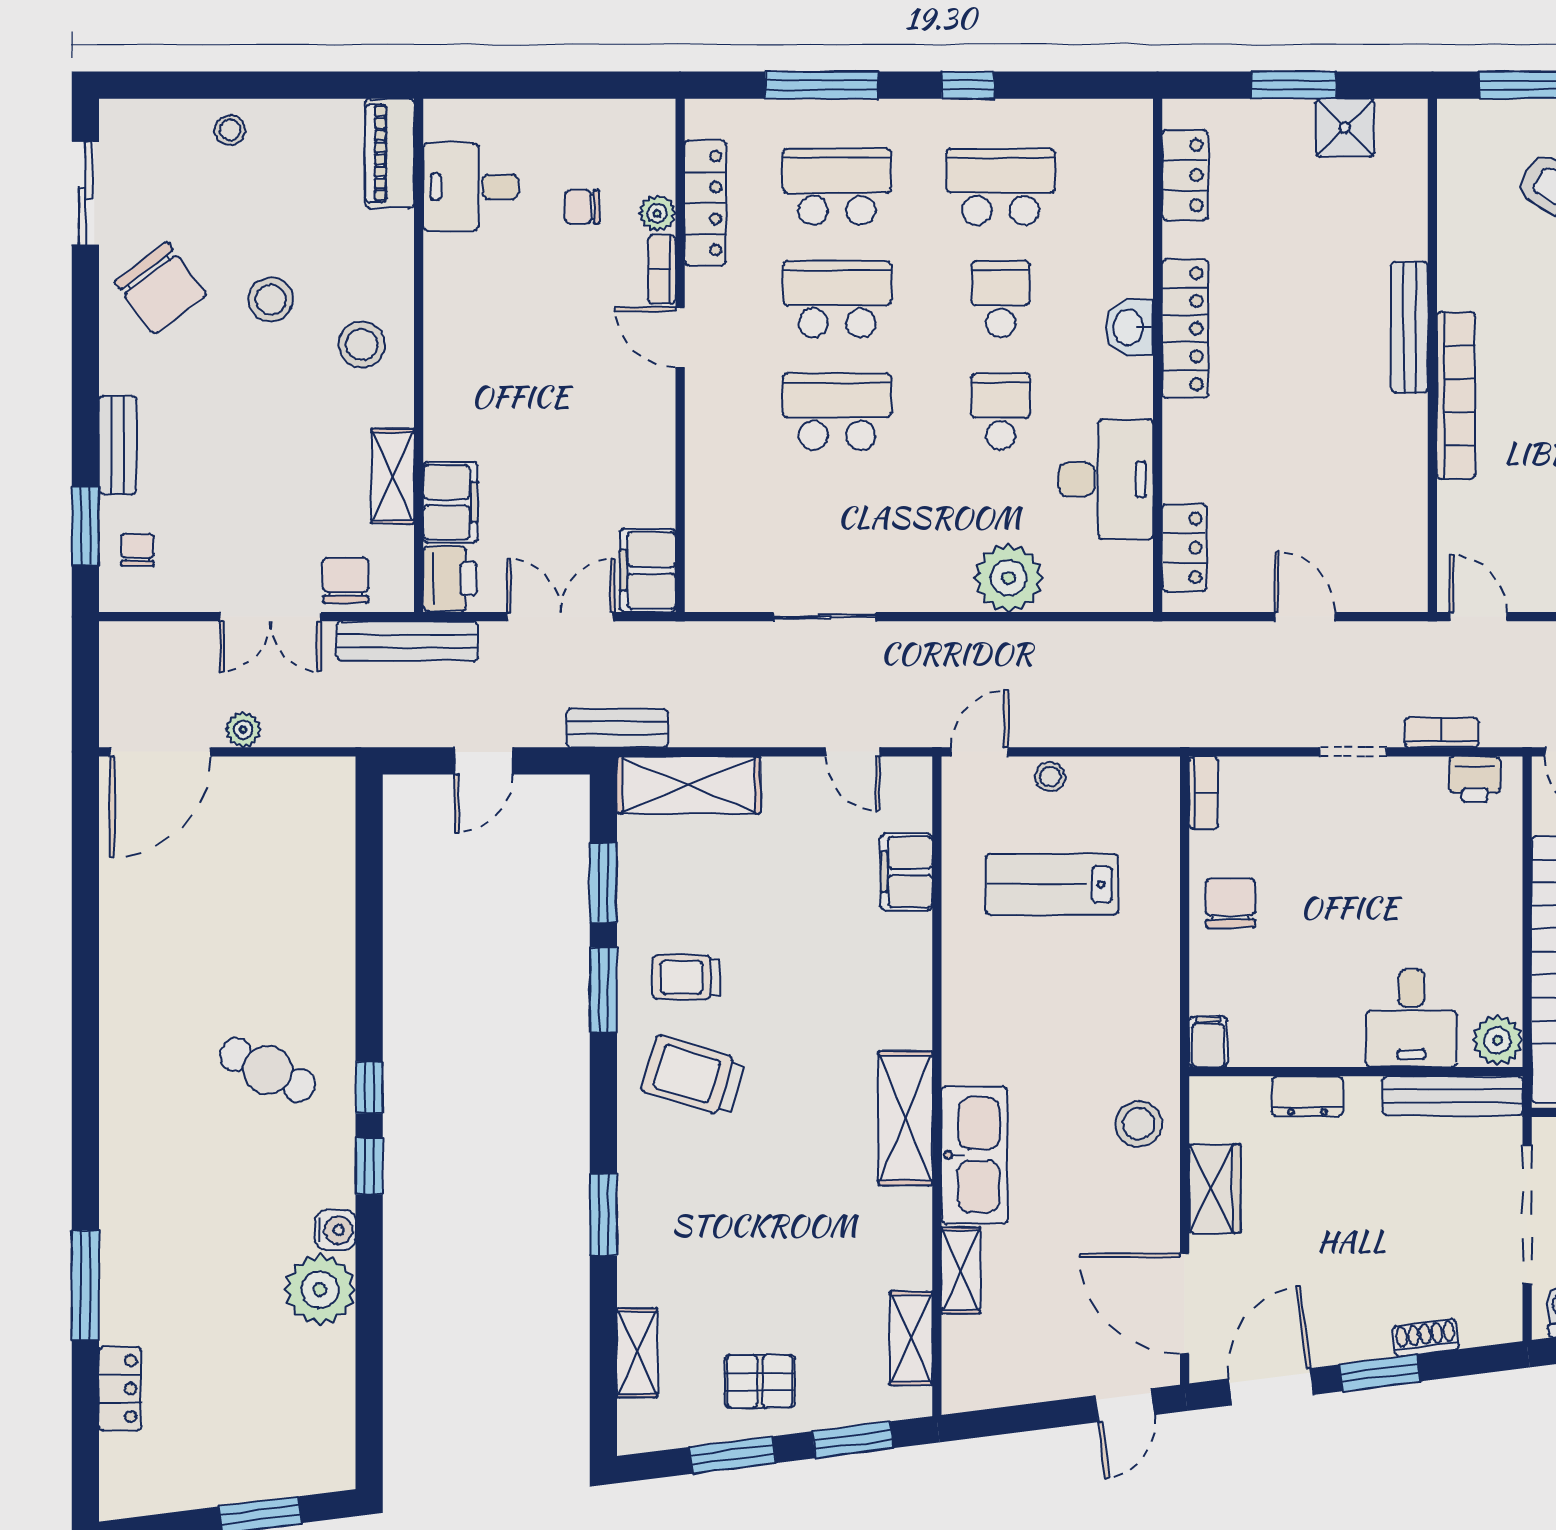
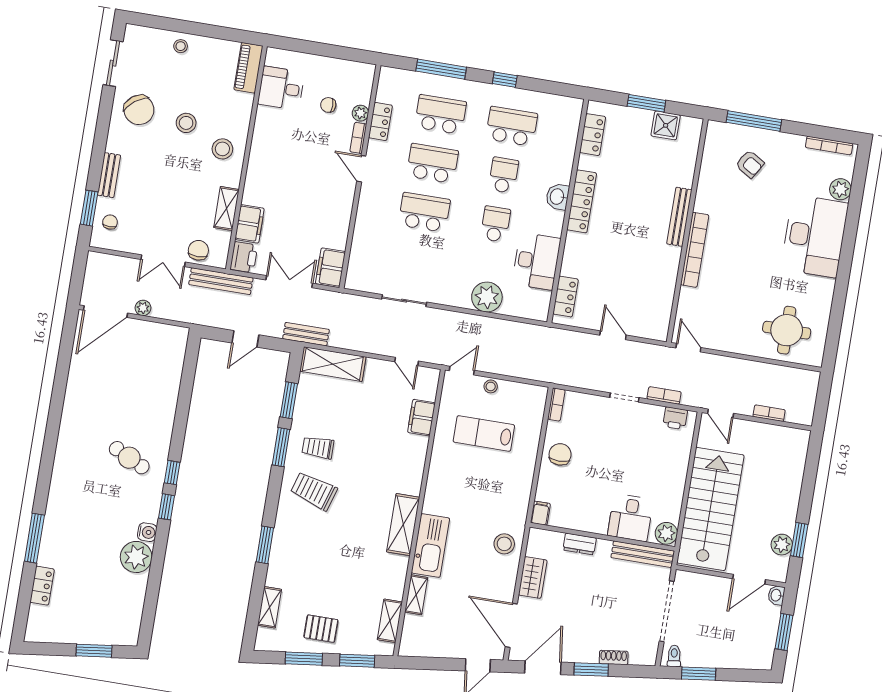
locker: (705, 203) -> (380, 121), width x0.66

